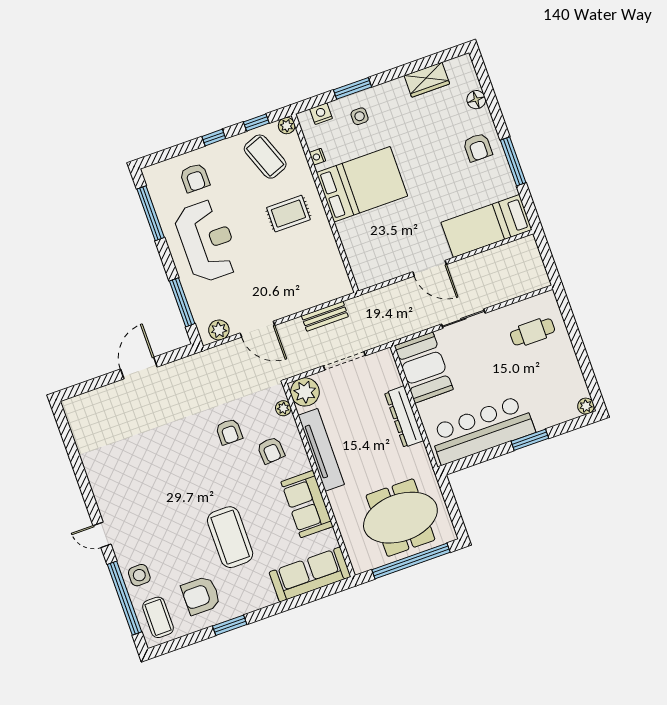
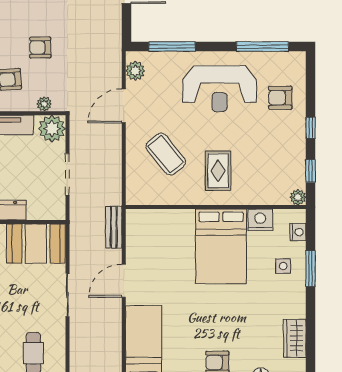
coffee table: (265, 157) -> (166, 154), moved, turned 72
nightstand: (317, 157) -> (260, 220), width x1.89, depth x1.79
bench: (325, 316) -> (114, 227), moved

